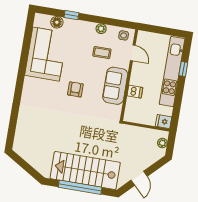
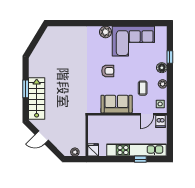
floor lamp: (57, 22) -> (162, 68), moved
plant: (30, 84) -> (106, 32), added
dishwasher: (135, 92) -> (160, 122), moved
stairs: (85, 171) -> (37, 98), width x0.73, depth x0.66
window: (80, 187) -> (26, 89), width x0.47

